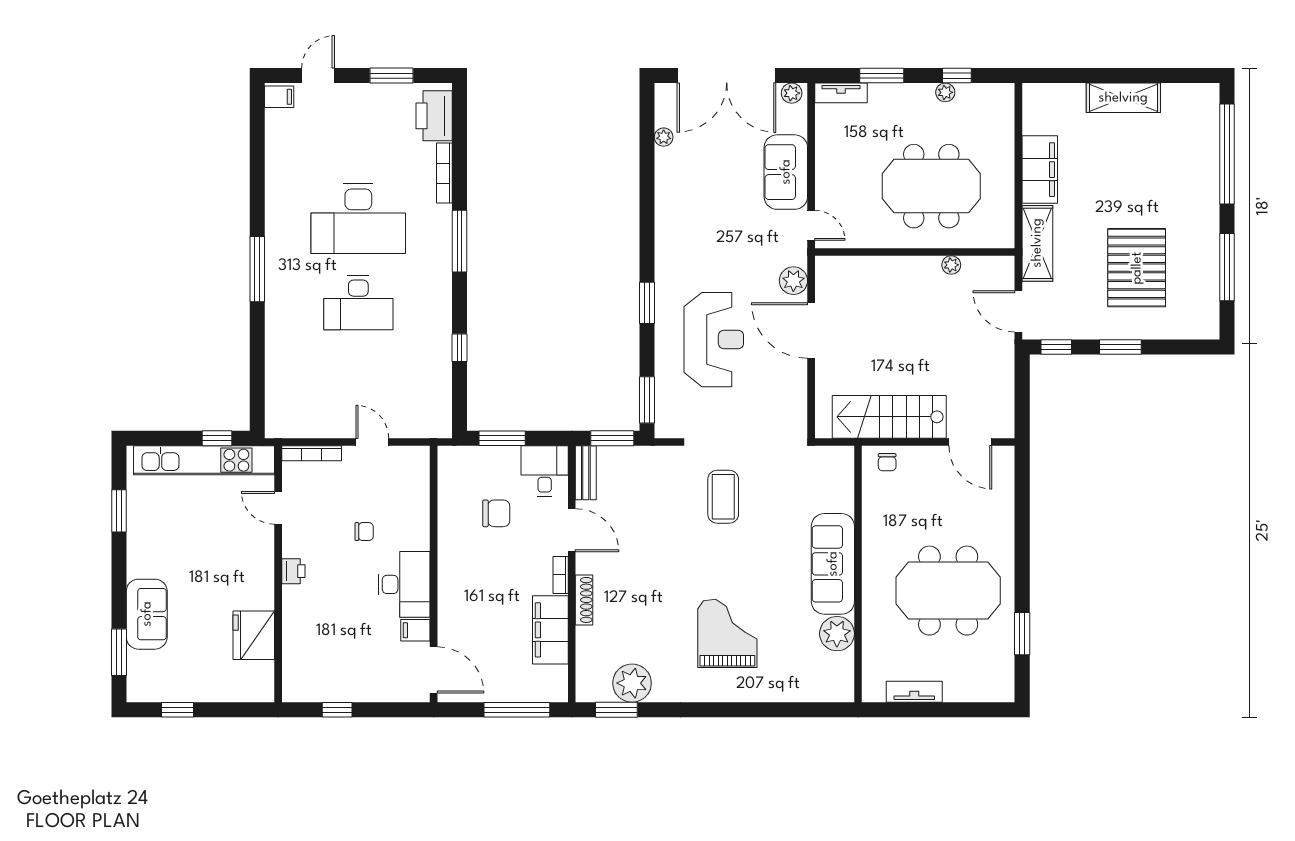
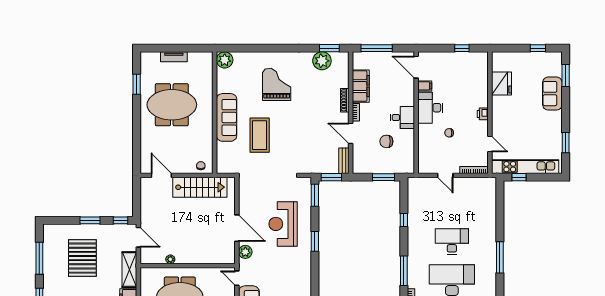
desk: (545, 471) -> (402, 118), moved, turned -90
coffee table: (723, 497) -> (260, 135), moved, width x1.36, depth x1.32
grand piano: (727, 633) -> (277, 84), turned 180
plant: (837, 634) -> (225, 60), moved
tv unit: (914, 692) -> (174, 57), moved

